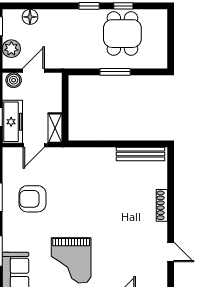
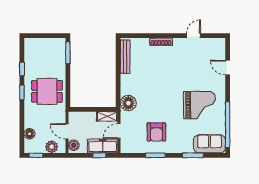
dining table: (122, 34) -> (47, 91), moved
window: (115, 72) -> (68, 53), moved
door: (34, 145) -> (119, 131), swing flipped
floor lamp: (74, 159) -> (128, 103), added

